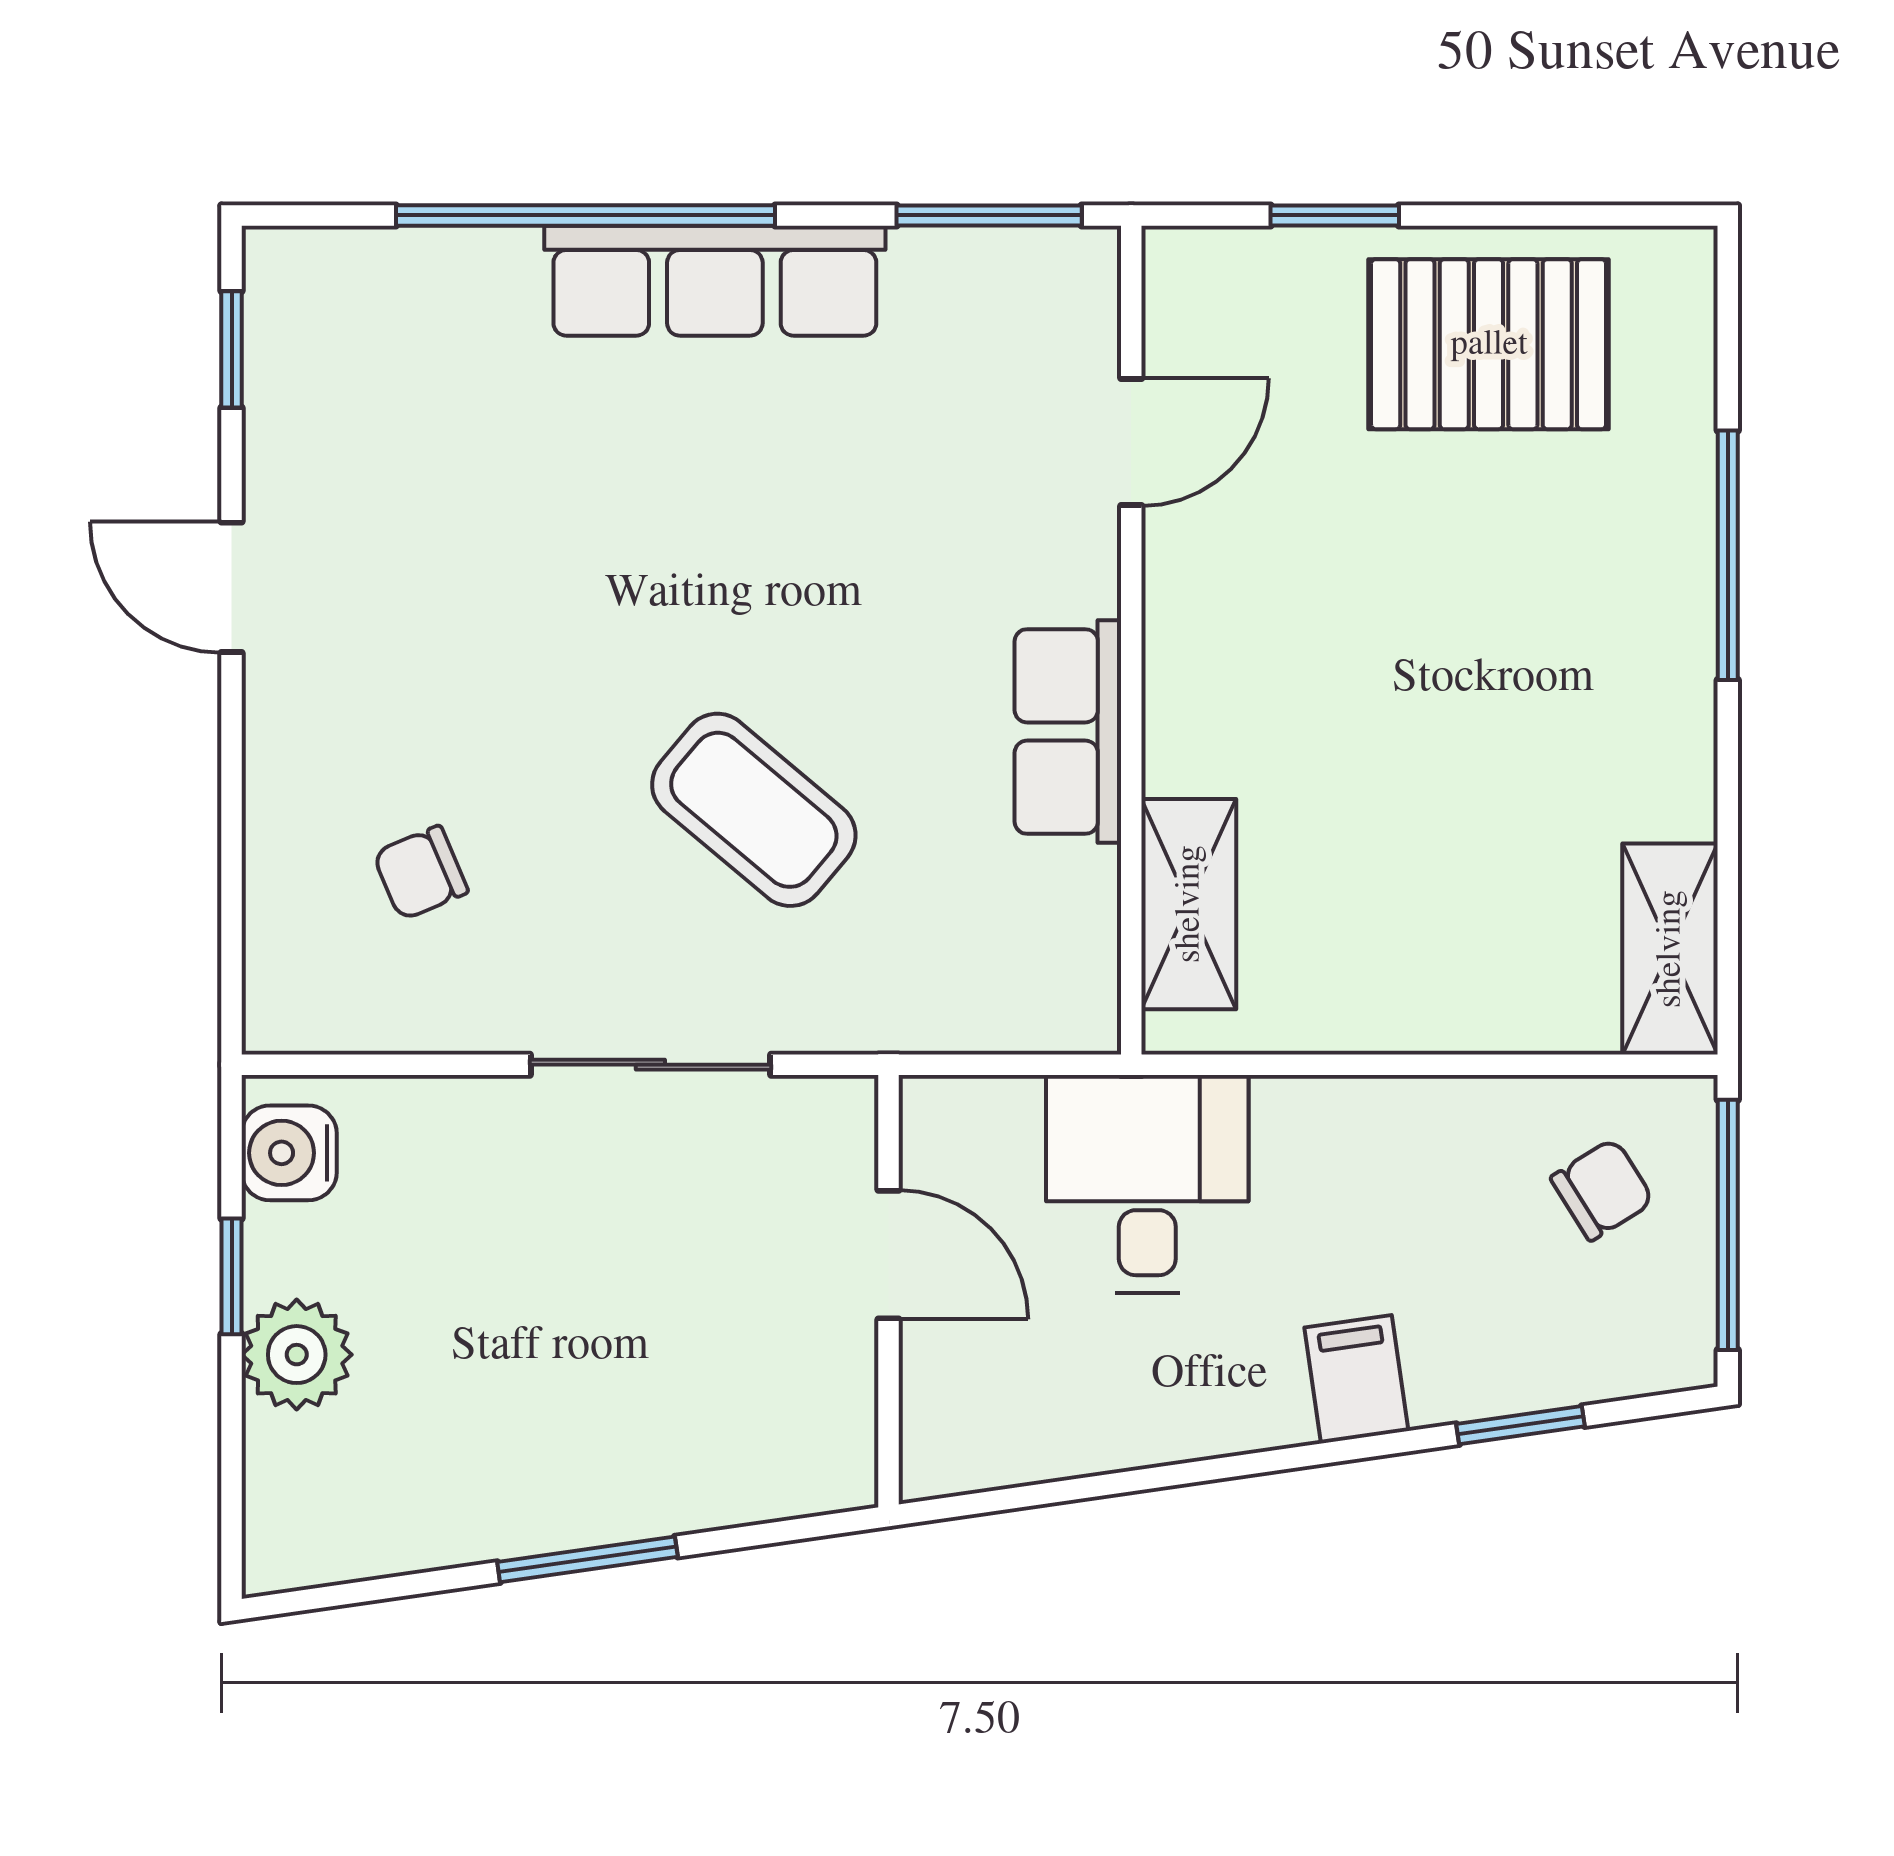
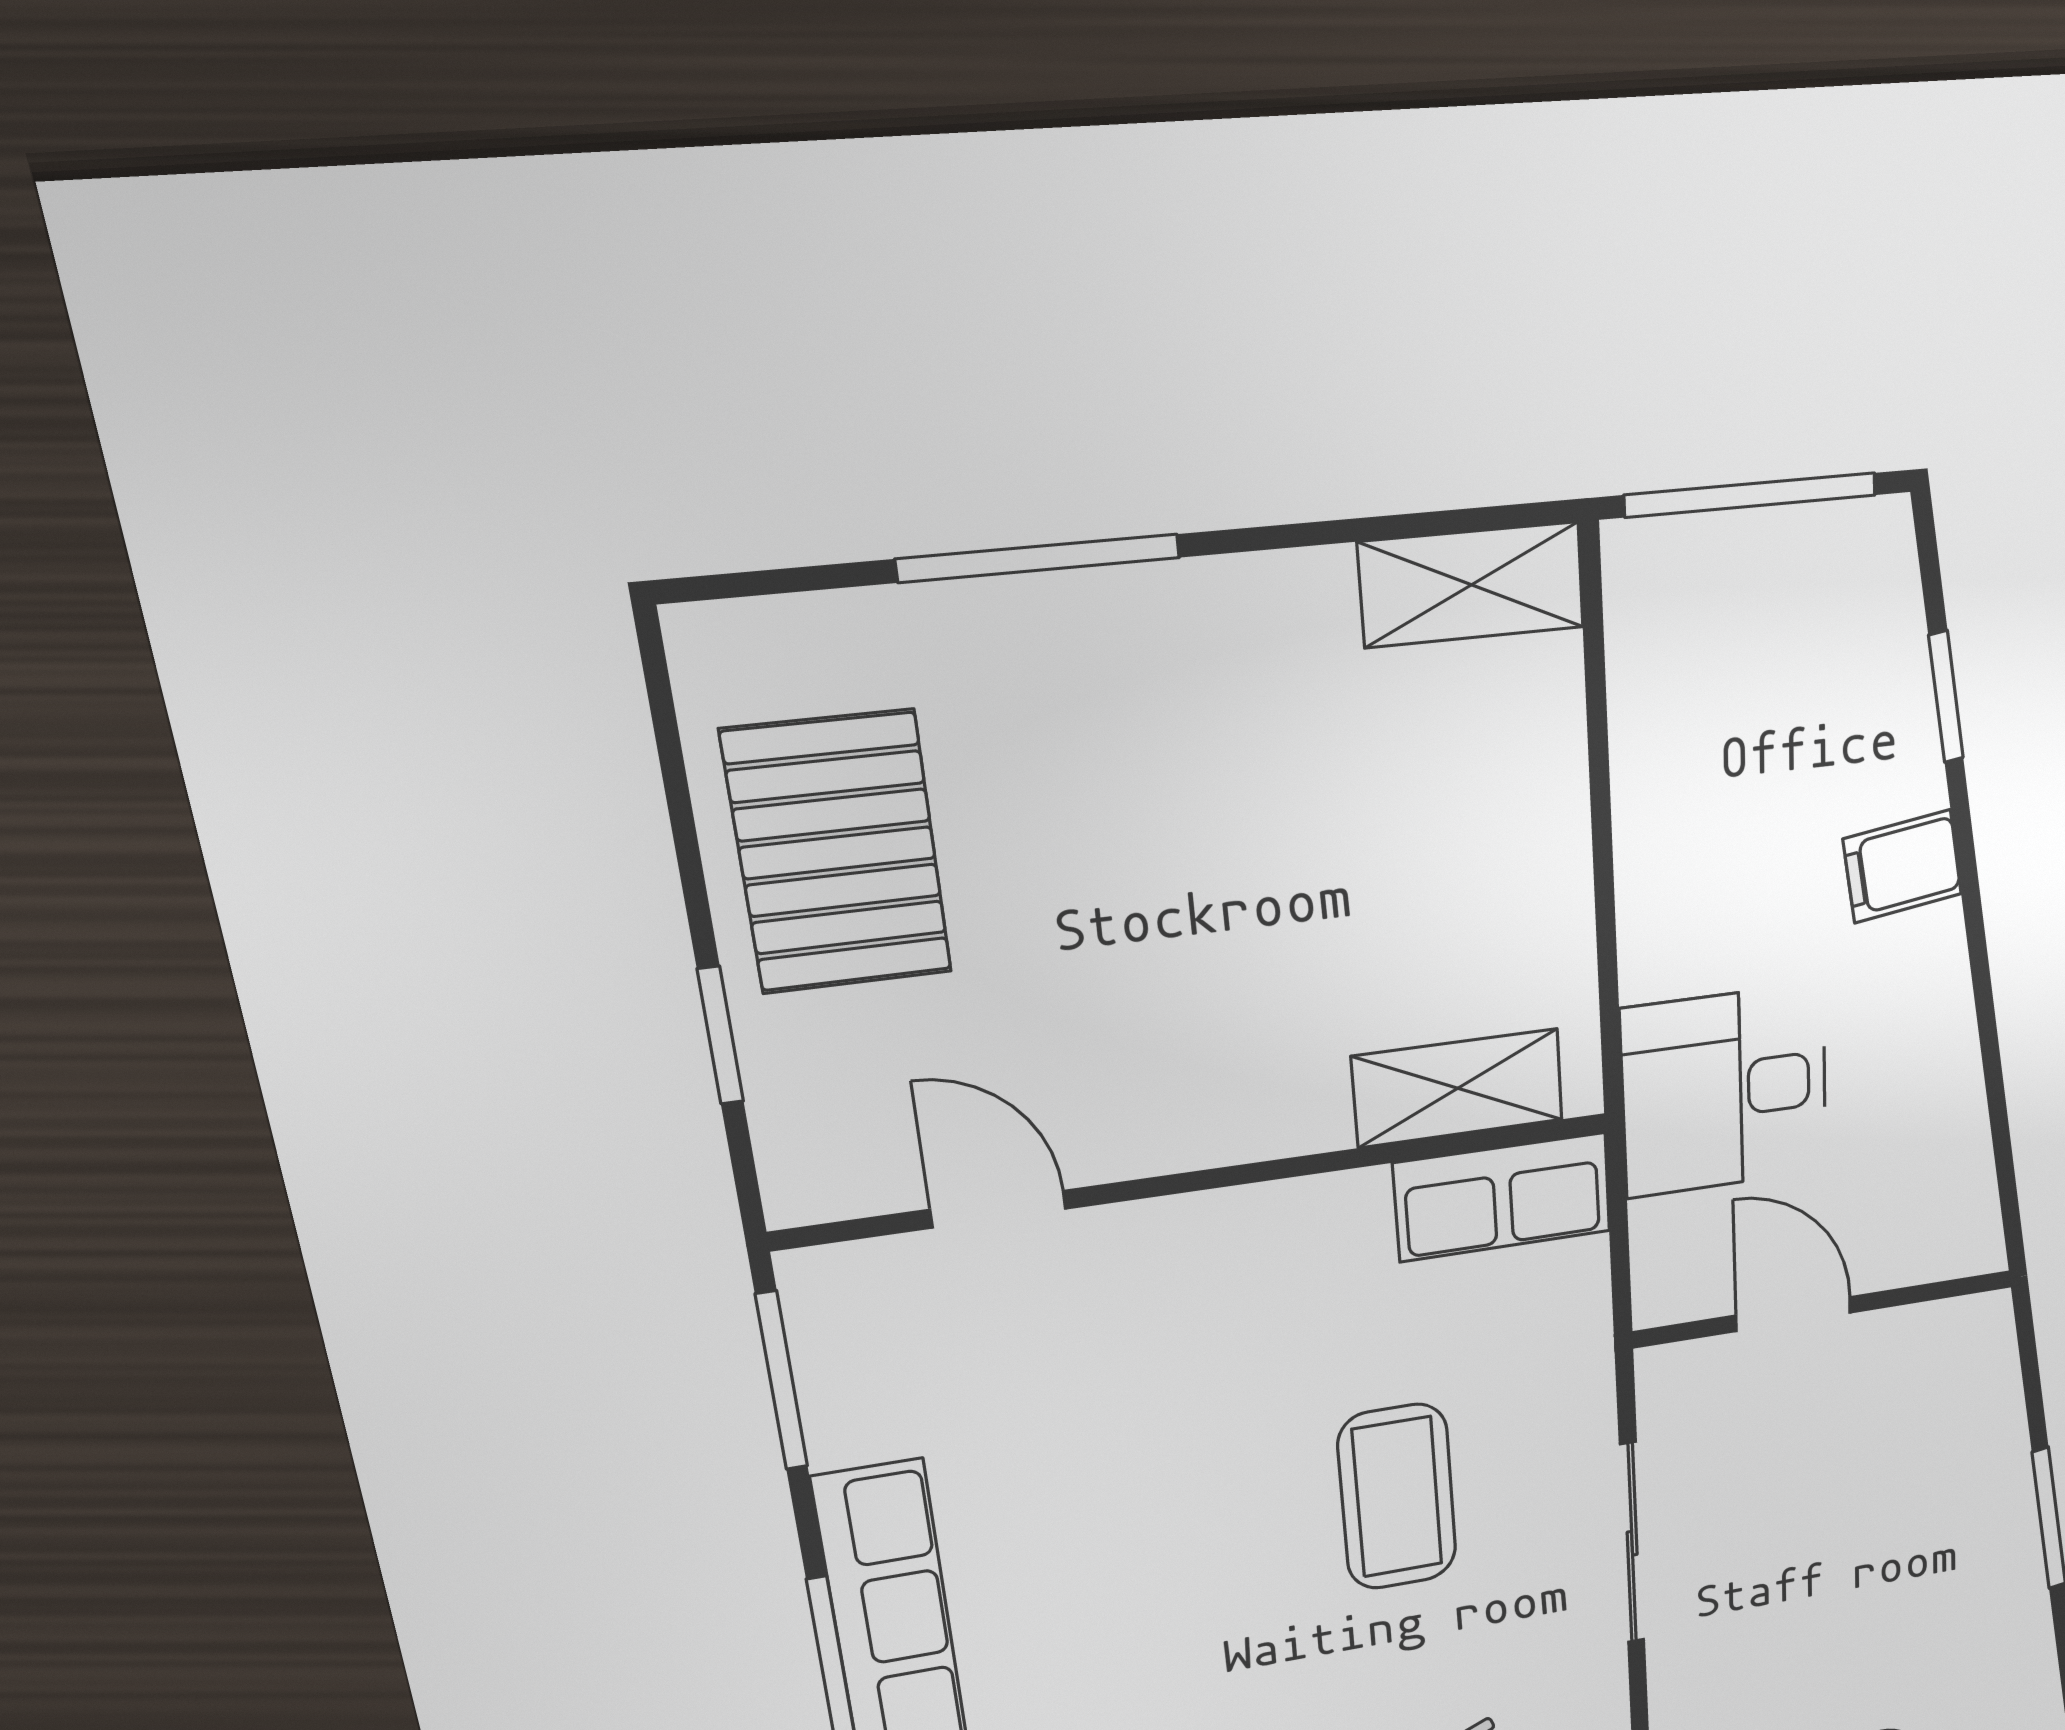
row of seats: (1068, 731) -> (1503, 1197), moved
coffee table: (754, 810) -> (1397, 1497), turned -40
chair: (1602, 1190) -> (1719, 635), removed
door: (889, 1255) -> (1793, 1314), hinge flipped

